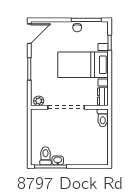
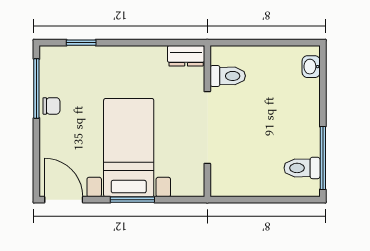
bed with nightstands: (83, 65) -> (129, 148), moved, turned 180
plant: (39, 101) -> (195, 181), removed
toilet: (103, 118) -> (228, 76), moved
washbasin: (58, 160) -> (311, 67), moved

